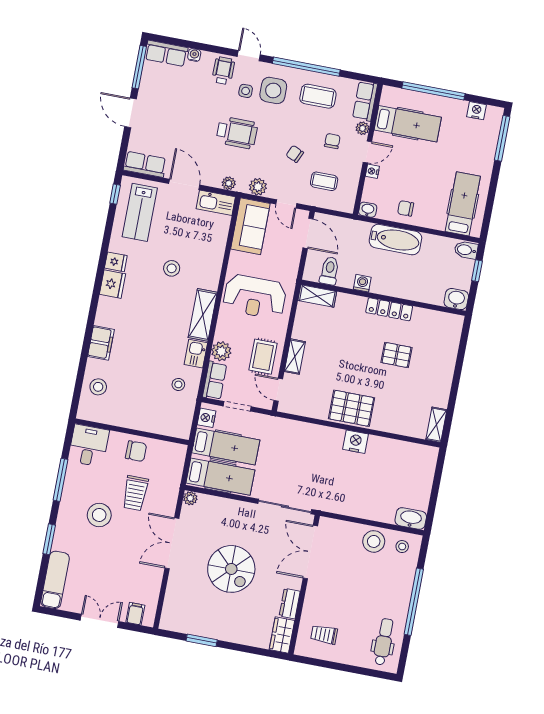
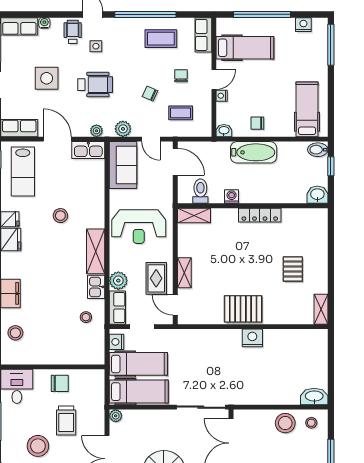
side table: (273, 90) -> (47, 78), moved
plant: (362, 128) -> (206, 59), removed
pallet: (397, 355) -> (293, 269), moved, turned 90

